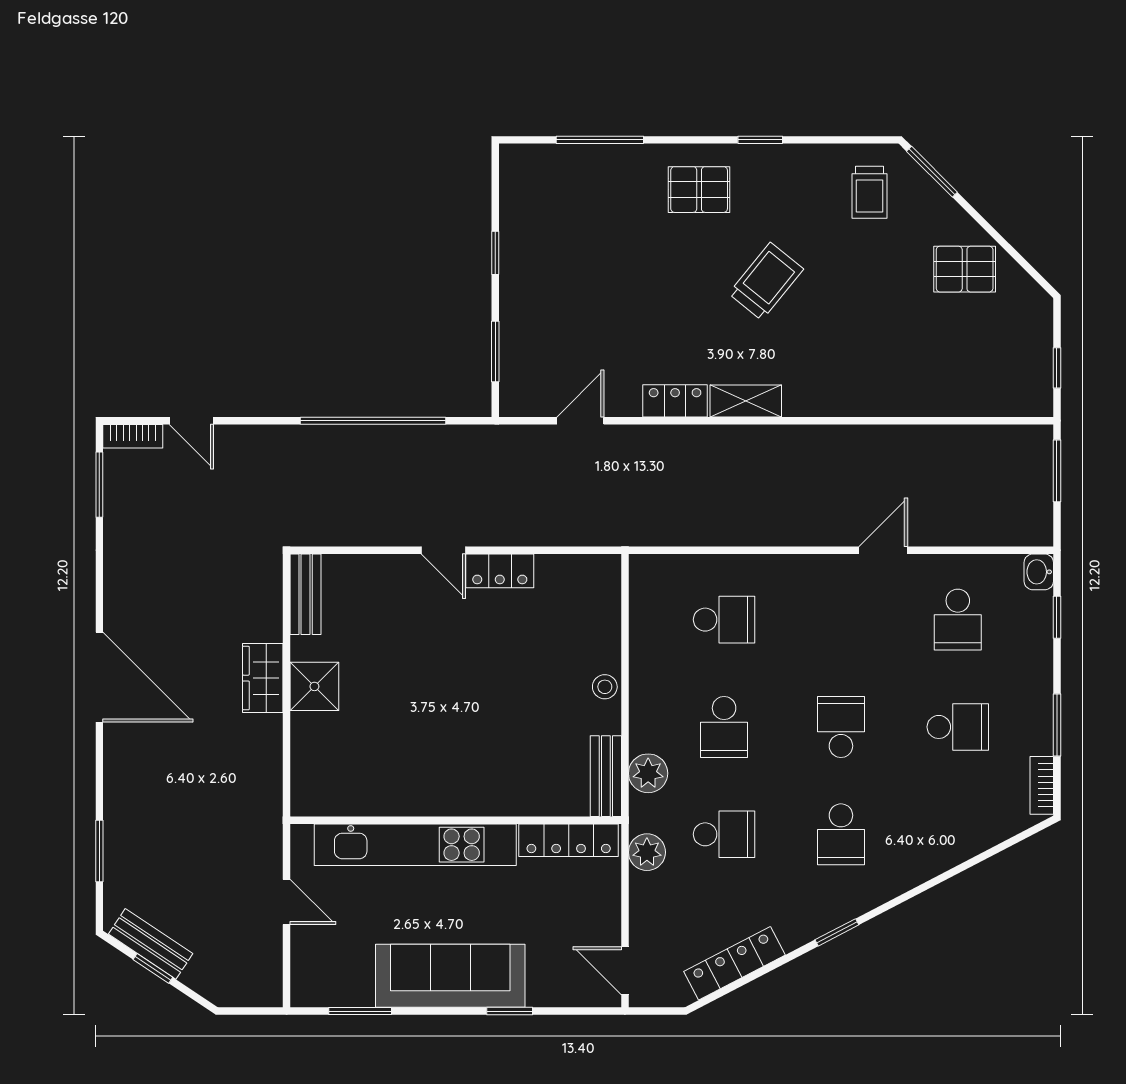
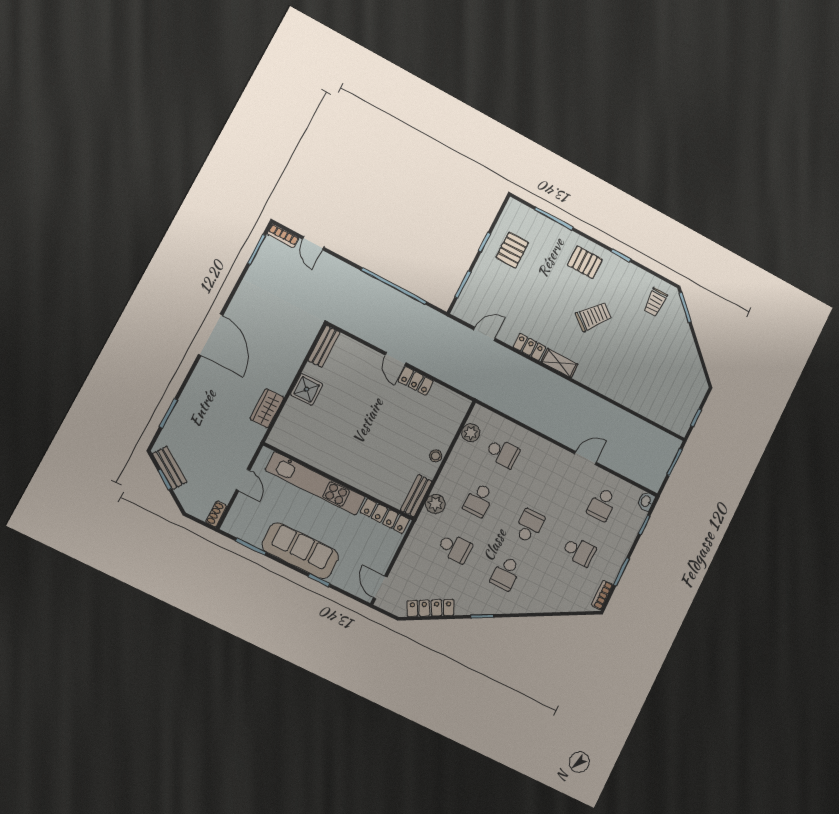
pallet: (965, 269) -> (512, 250), moved, turned 90
wardrobe: (263, 678) -> (267, 408), moved
plant: (647, 852) -> (471, 433), moved
shoe rack: (271, 984) -> (216, 514), added

